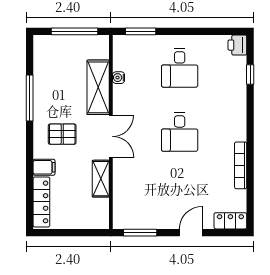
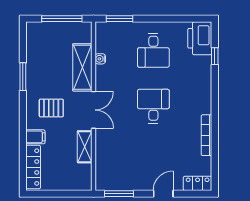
printer: (237, 45) -> (200, 38), width x1.87, depth x1.48
window: (30, 98) -> (23, 77), width x0.69
desk: (180, 132) -> (153, 106), turned 180

